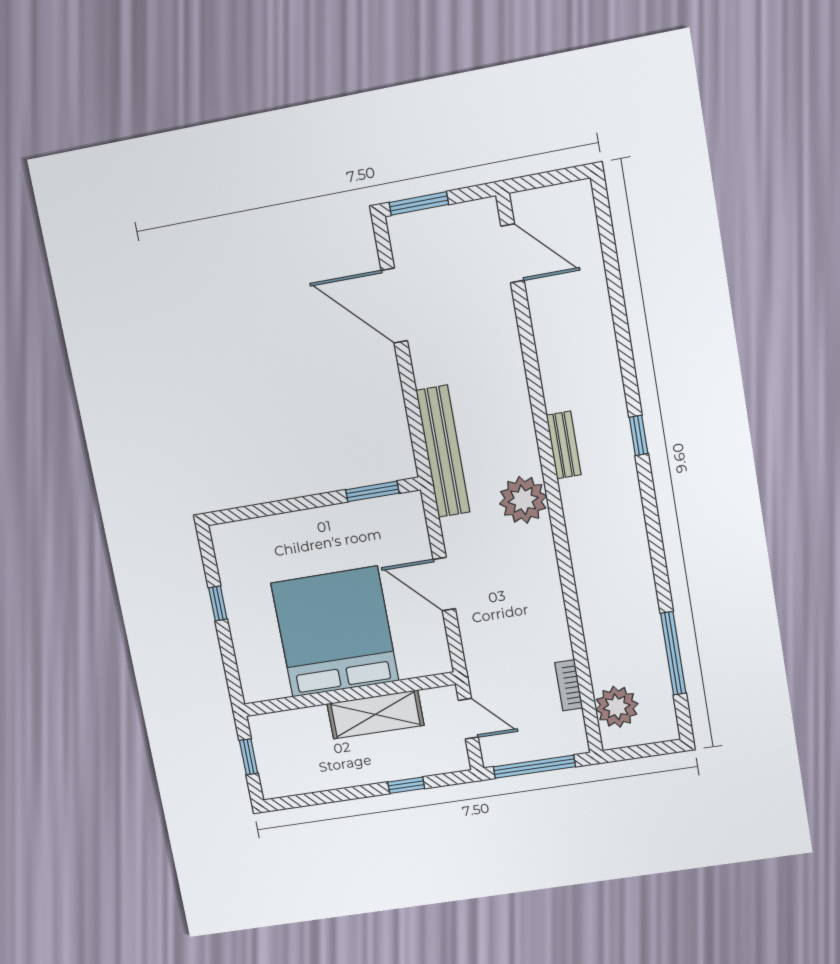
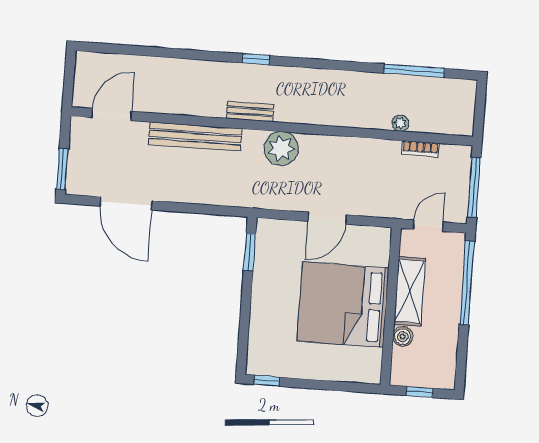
door: (394, 306) -> (126, 203), hinge flipped
bench: (443, 451) -> (195, 137), moved
window: (218, 603) -> (267, 381), moved
plant: (617, 707) -> (400, 123), moved, width x0.53, depth x0.53
boiler: (314, 719) -> (403, 337), added
window: (406, 785) -> (467, 283), width x3.17

